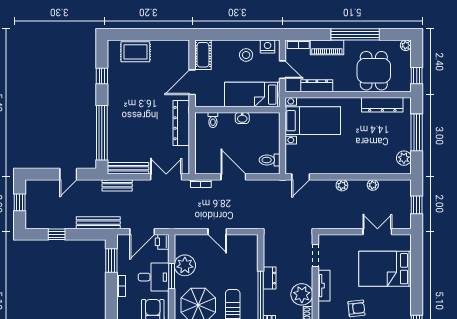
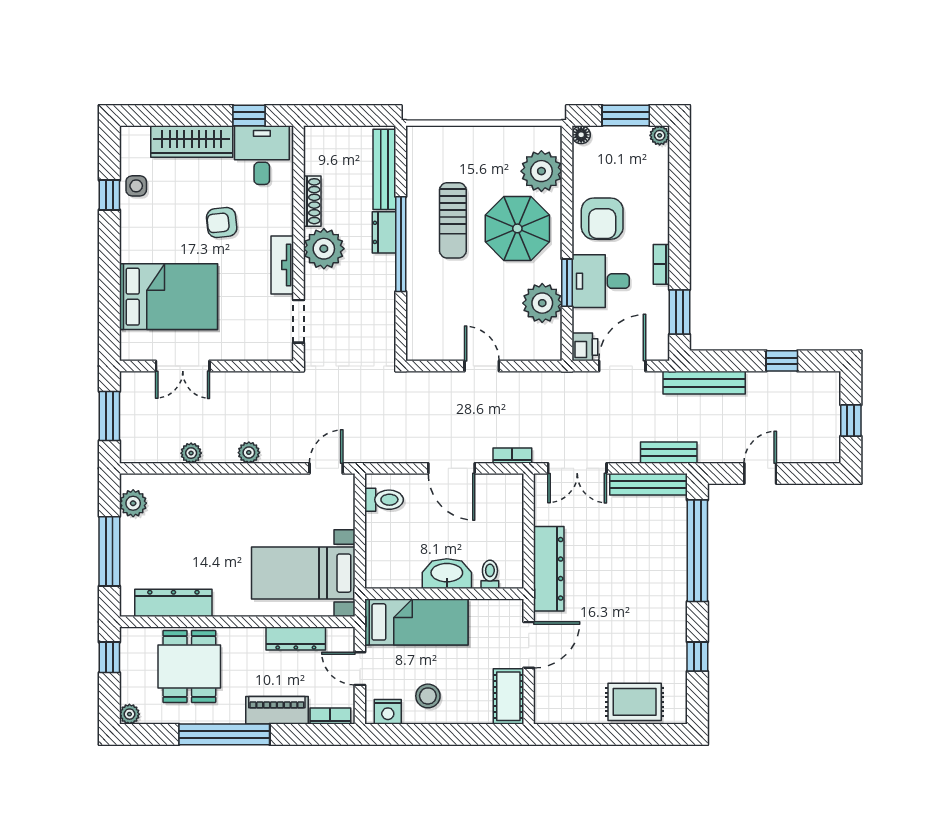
washbasin: (242, 118) -> (447, 574), width x1.91, depth x1.45
window: (417, 205) -> (109, 416), width x1.50
dresser: (270, 278) -> (384, 232), moved

